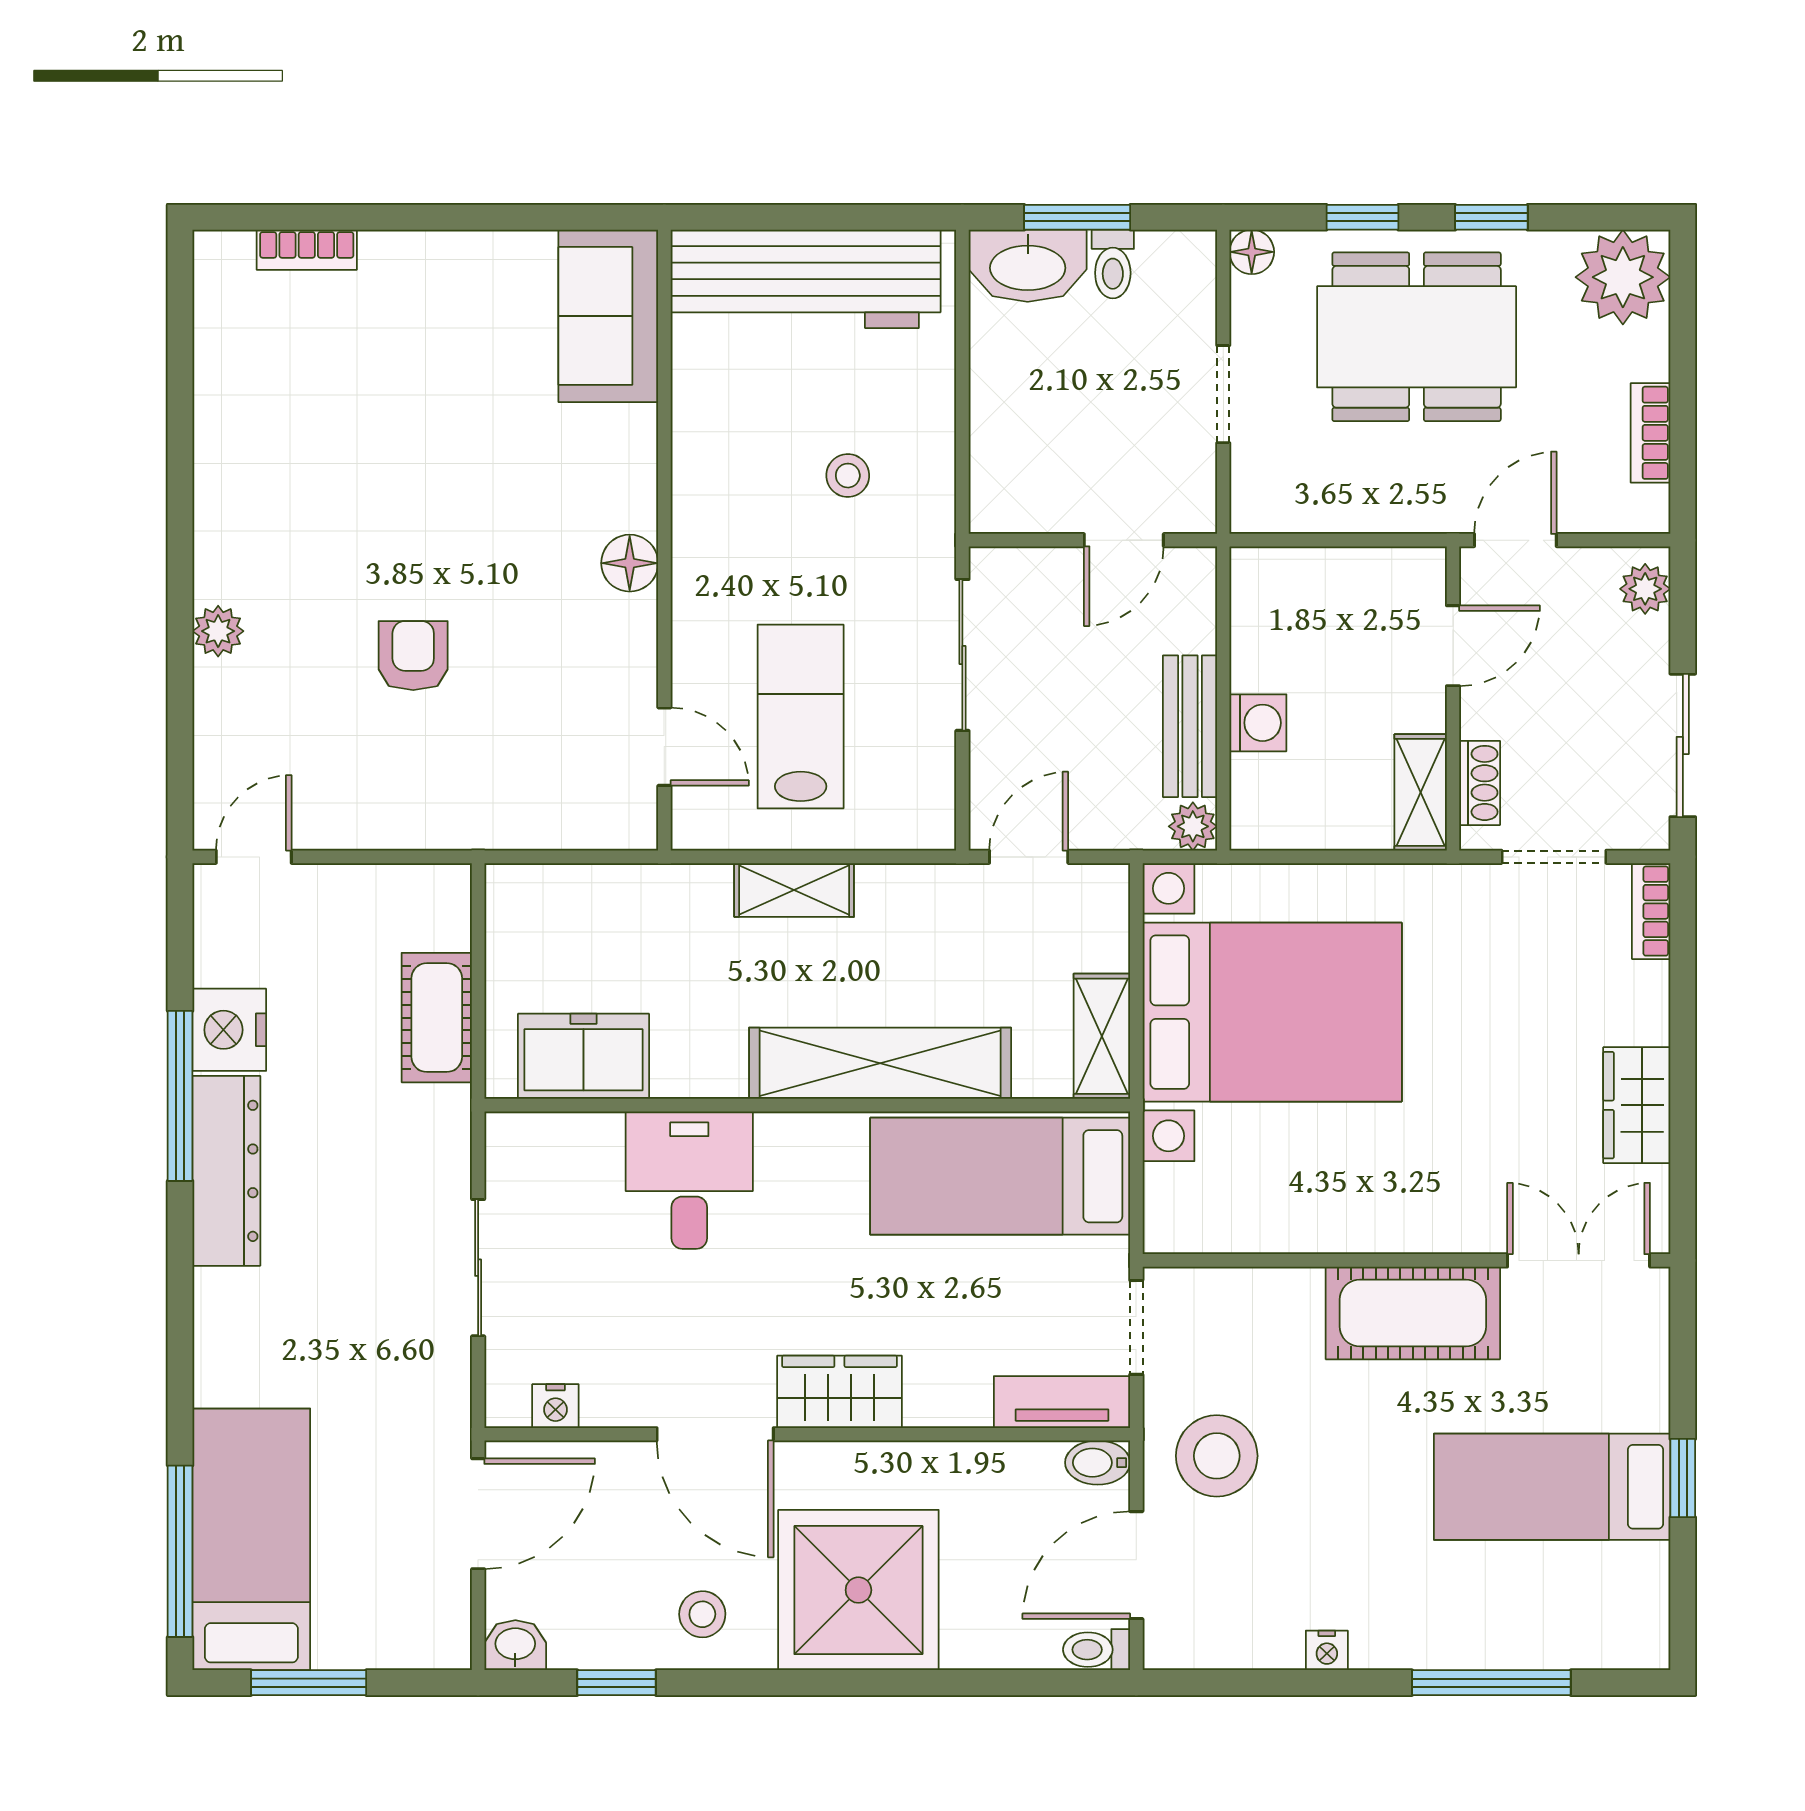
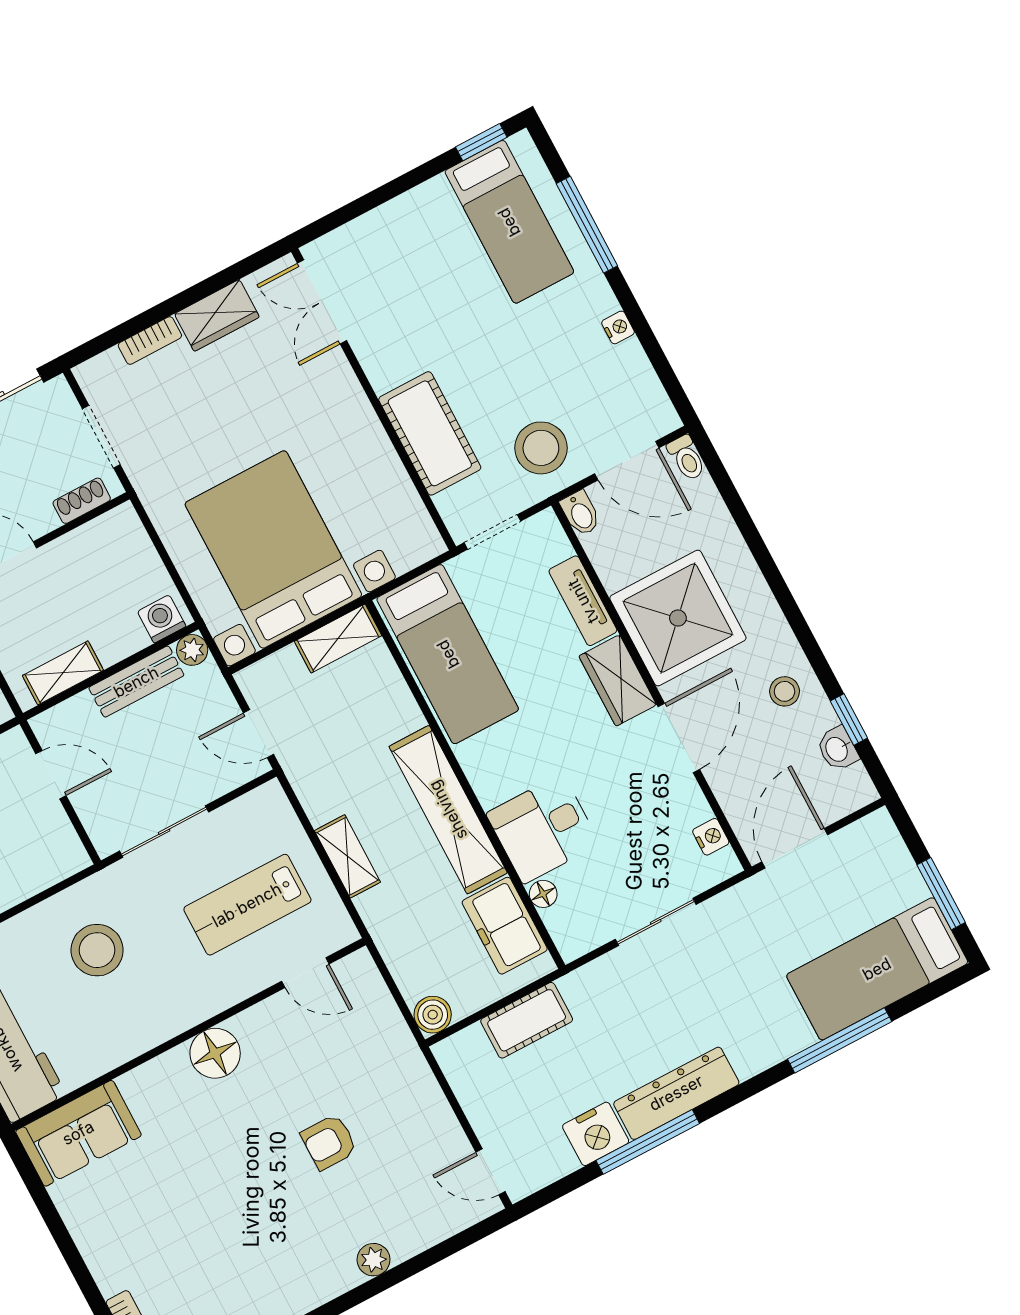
stool: (848, 476) -> (97, 950), width x1.89, depth x1.89
floor lamp: (630, 563) -> (215, 1053), width x1.38, depth x1.38
washing machine: (1258, 723) -> (162, 619), moved
door: (664, 747) -> (305, 973), swing flipped
shelving: (1421, 792) -> (63, 673), moved
boiler: (513, 892) -> (433, 1015), added
bookcase: (1651, 911) -> (150, 341), moved
shelving: (880, 1063) -> (448, 810), moved
floor lamp: (599, 1133) -> (543, 894), added
cot: (1413, 1313) -> (430, 433), moved
tv unit: (1062, 1402) -> (583, 601), moved
window: (1683, 1478) -> (481, 142), moved
bed: (1552, 1487) -> (509, 222), moved
door: (478, 1514) -> (795, 848), hinge flipped
window: (180, 1551) -> (840, 1040), moved
shower: (858, 1590) -> (678, 618), moved
washbasin: (515, 1645) -> (837, 749), moved

